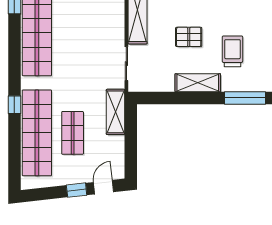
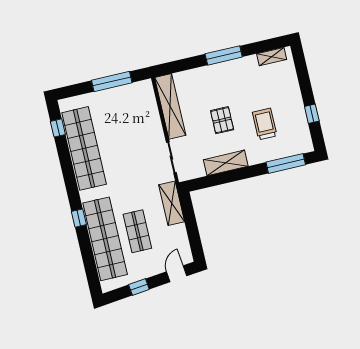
pallet: (189, 37) -> (222, 120), turned 90
shelving: (198, 83) -> (226, 163), moved
window: (77, 190) -> (139, 287), moved

